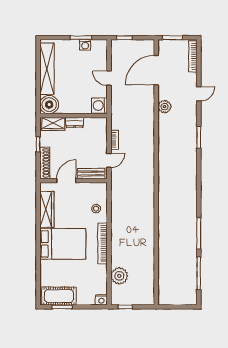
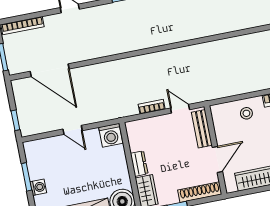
washing machine: (85, 45) -> (38, 187), moved
door: (109, 78) -> (73, 130), hinge flipped
plant: (165, 107) -> (95, 50), removed
door: (66, 181) -> (217, 159), swing flipped

